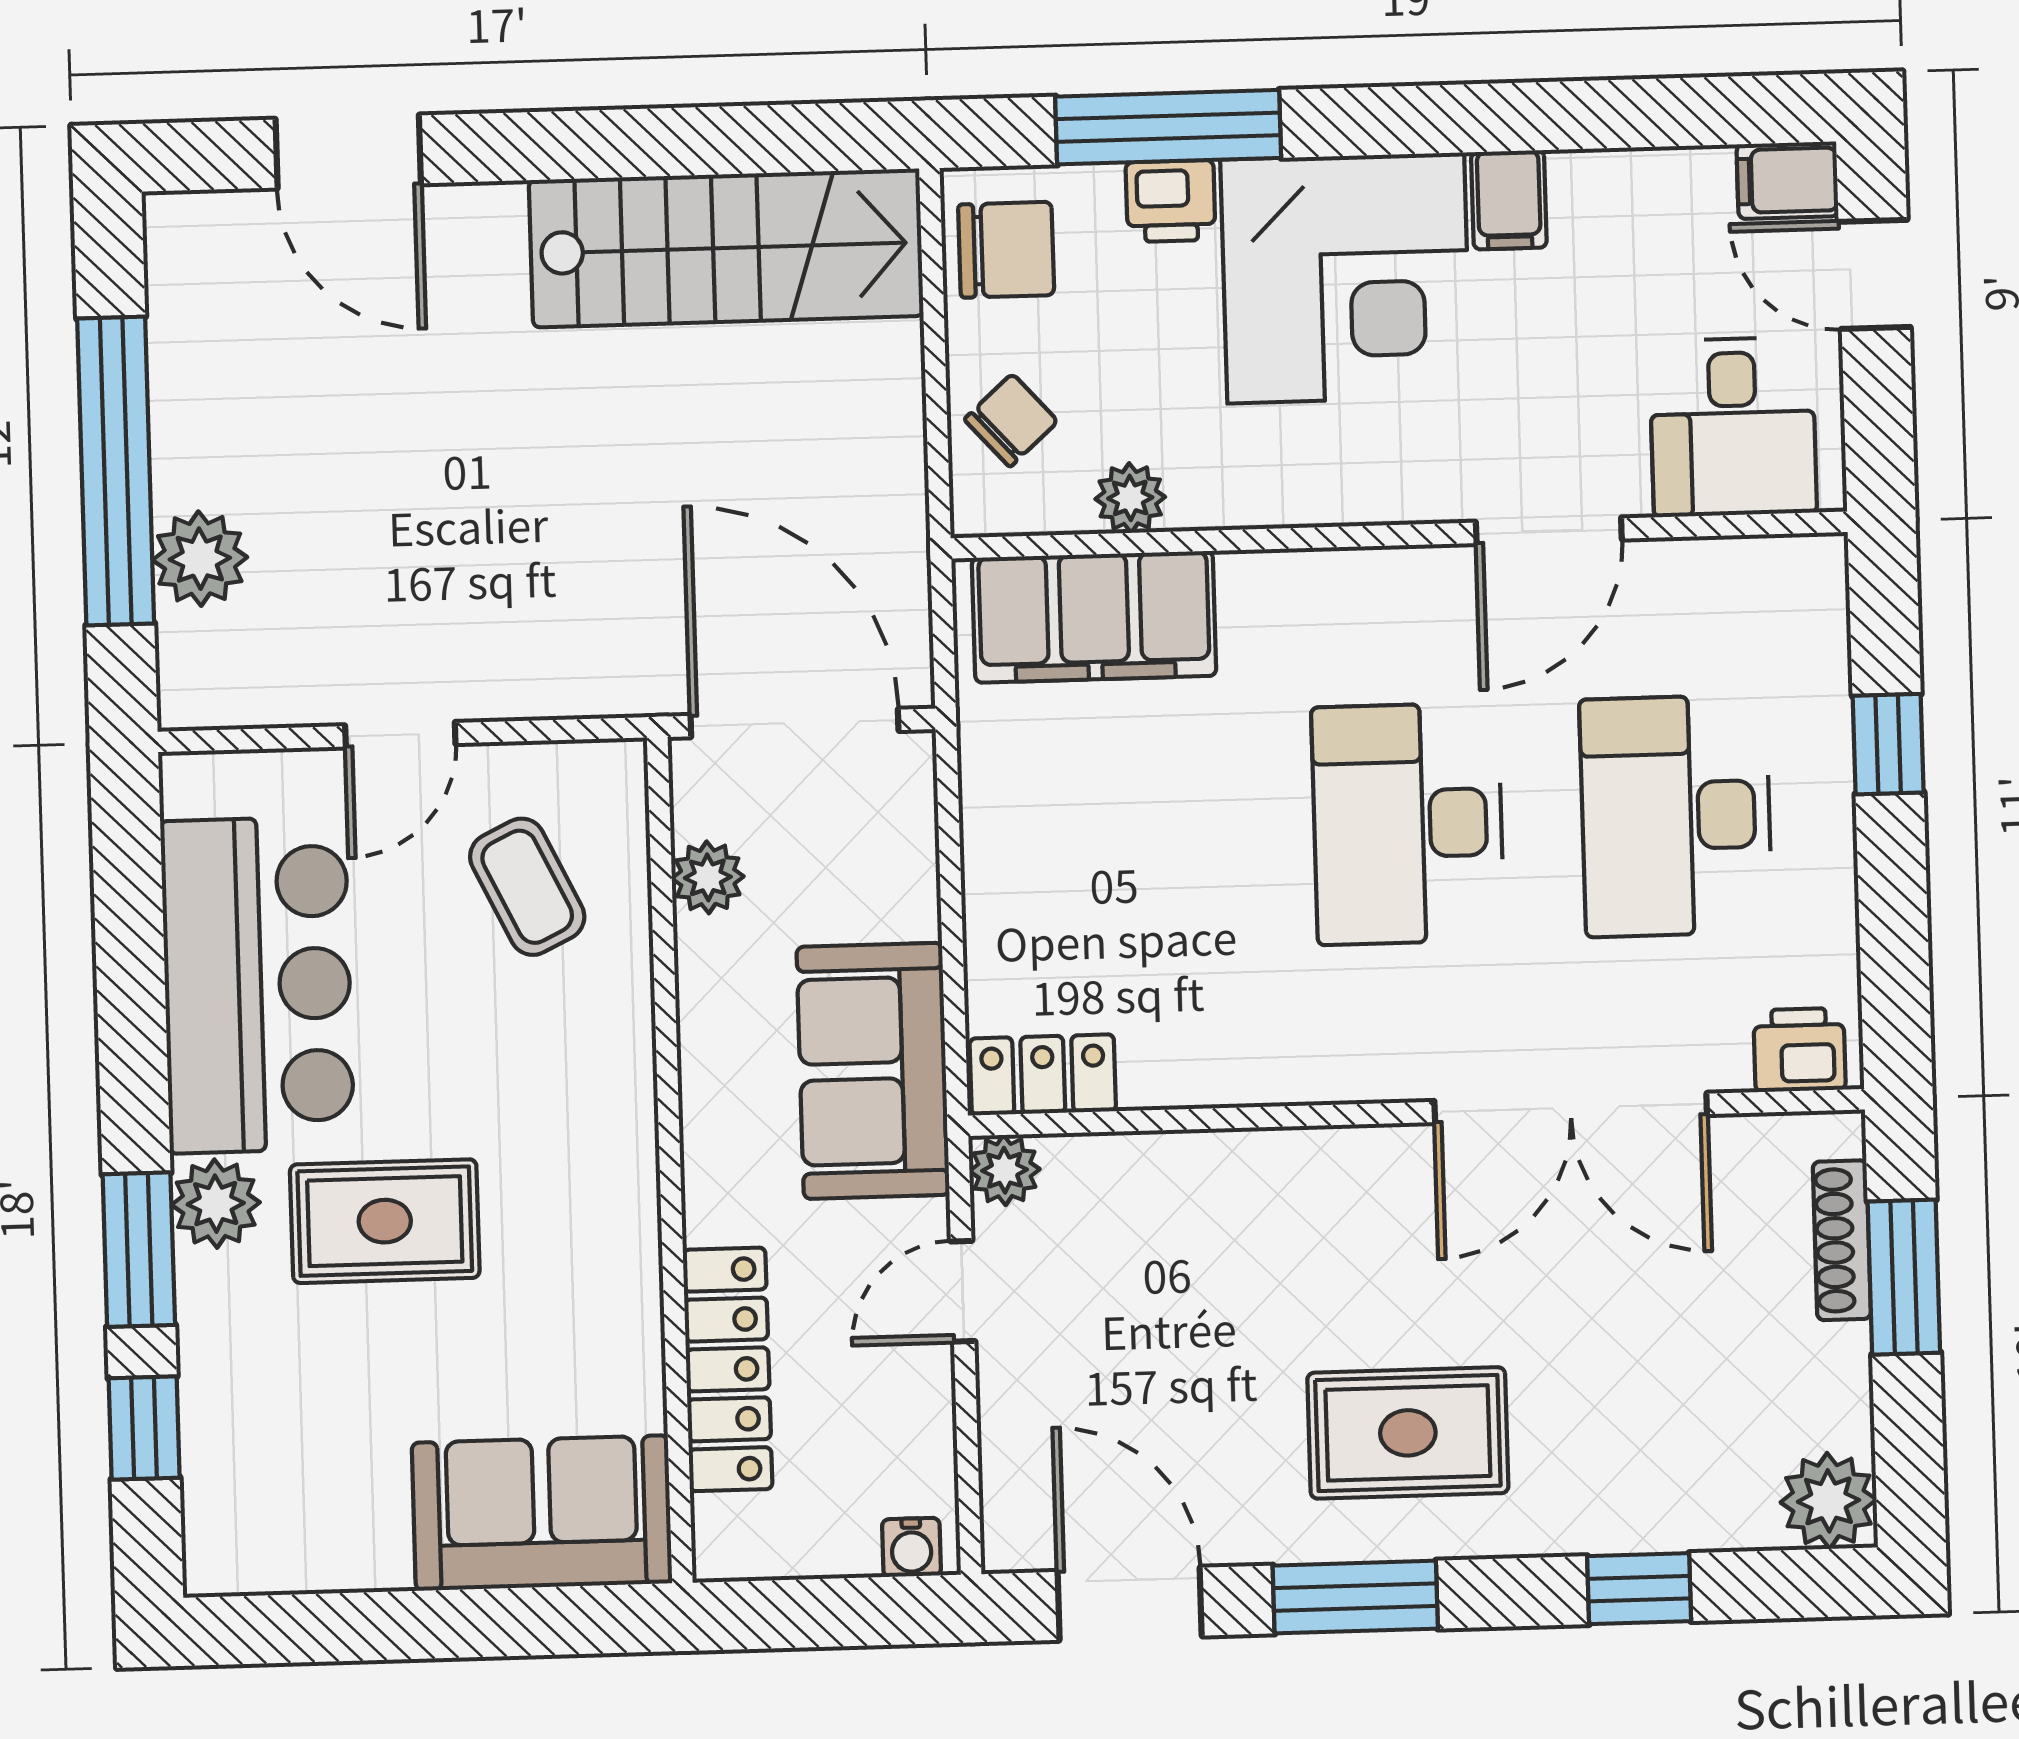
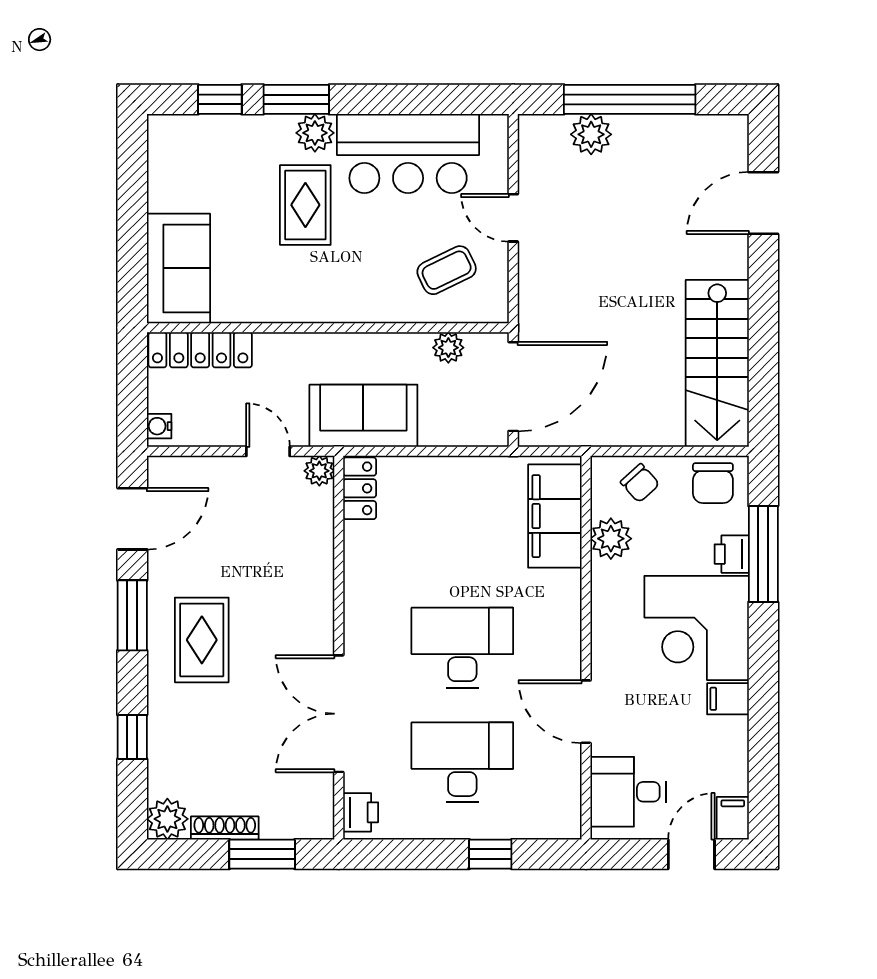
plant: (1130, 498) -> (611, 539), width x1.38, depth x1.38
shoe rack: (1842, 1240) -> (225, 828), moved
locker: (728, 1369) -> (200, 350), moved

